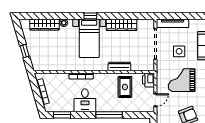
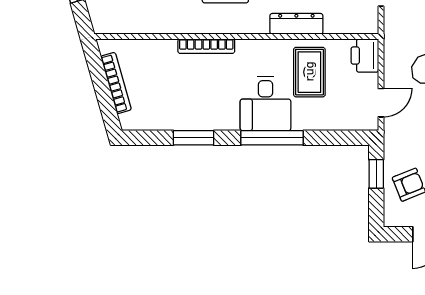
desk: (85, 100) -> (266, 103), moved
window: (62, 115) -> (194, 138), moved

